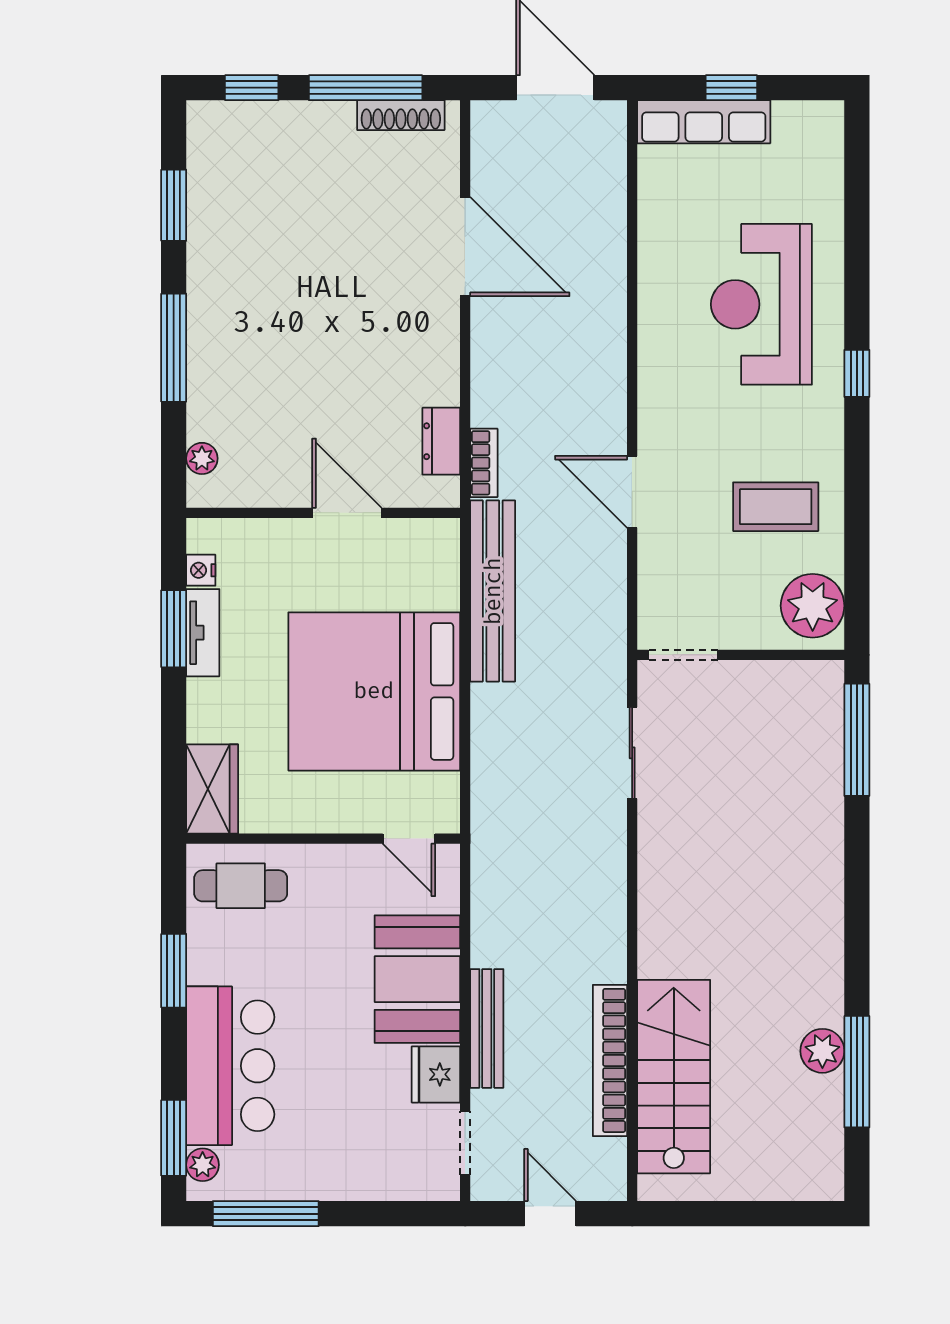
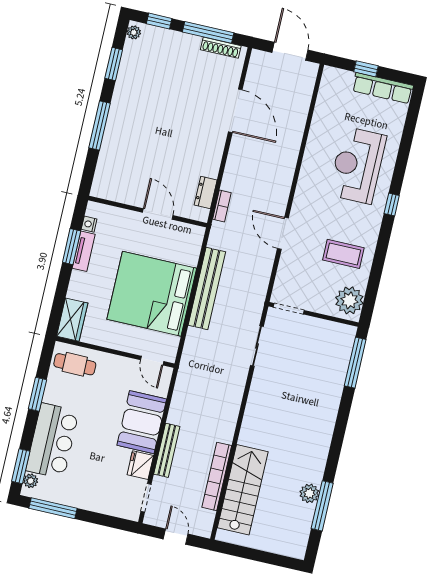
row of seats: (704, 122) -> (383, 88), moved
plant: (202, 458) -> (134, 32), moved
bench: (493, 591) -> (207, 289), moved

